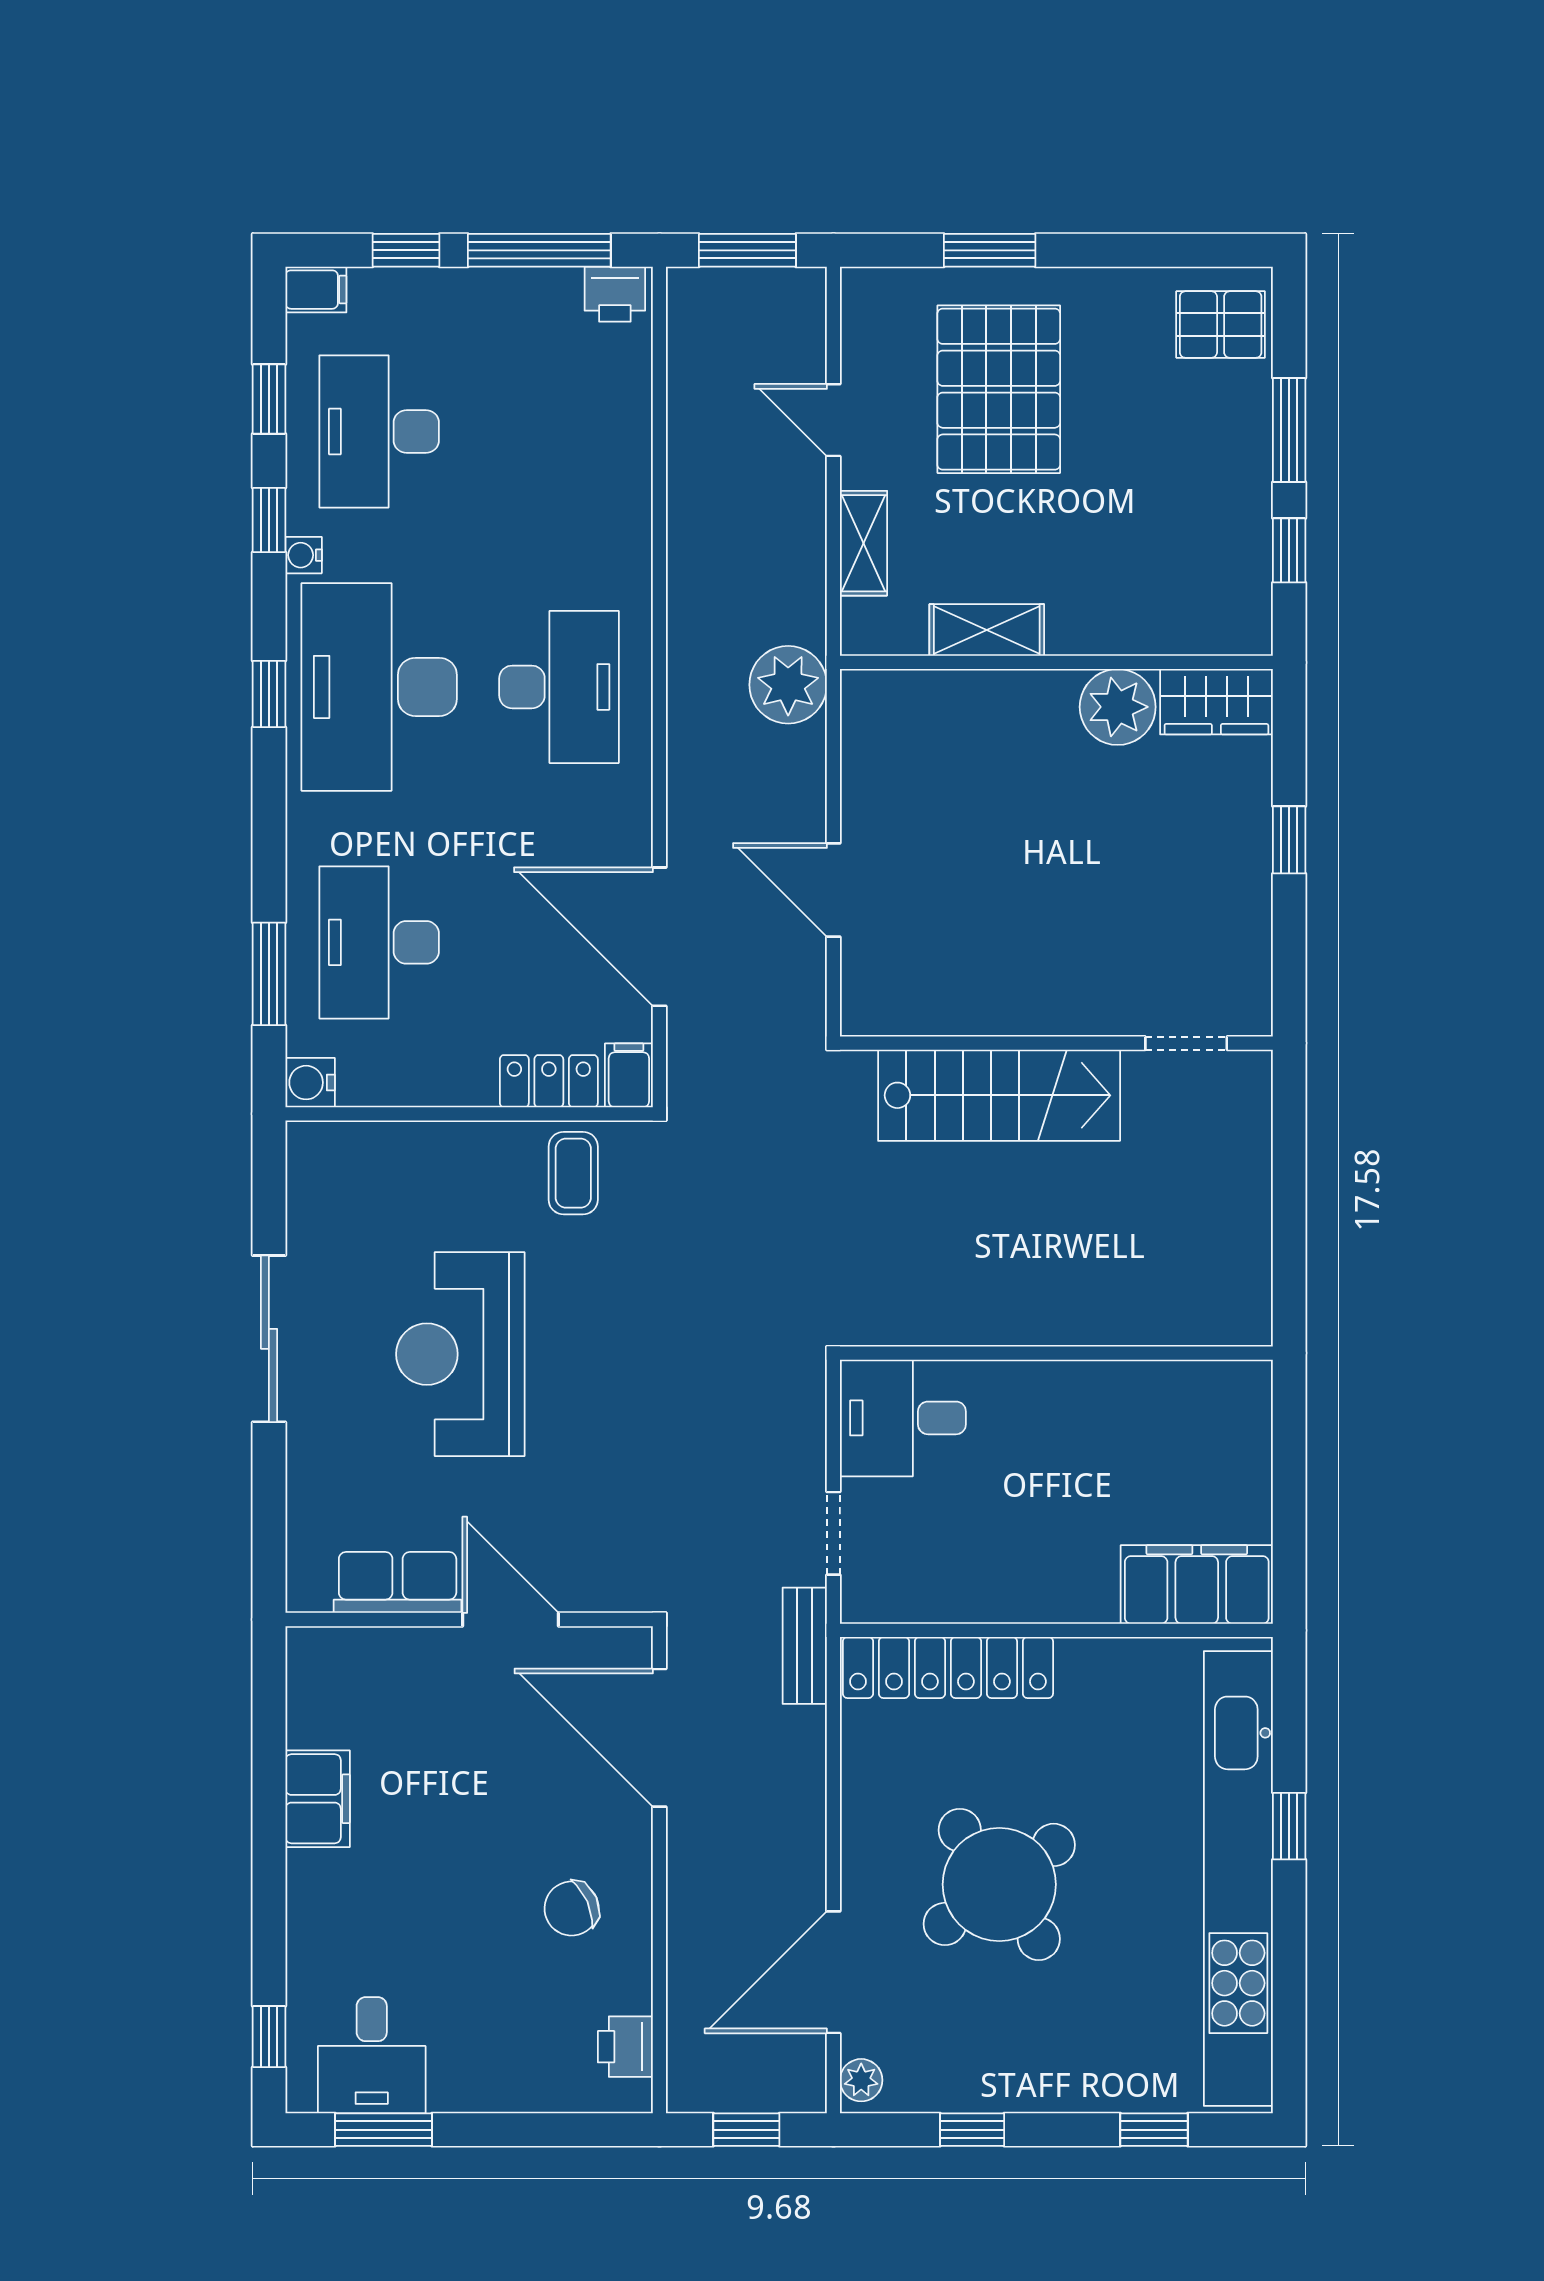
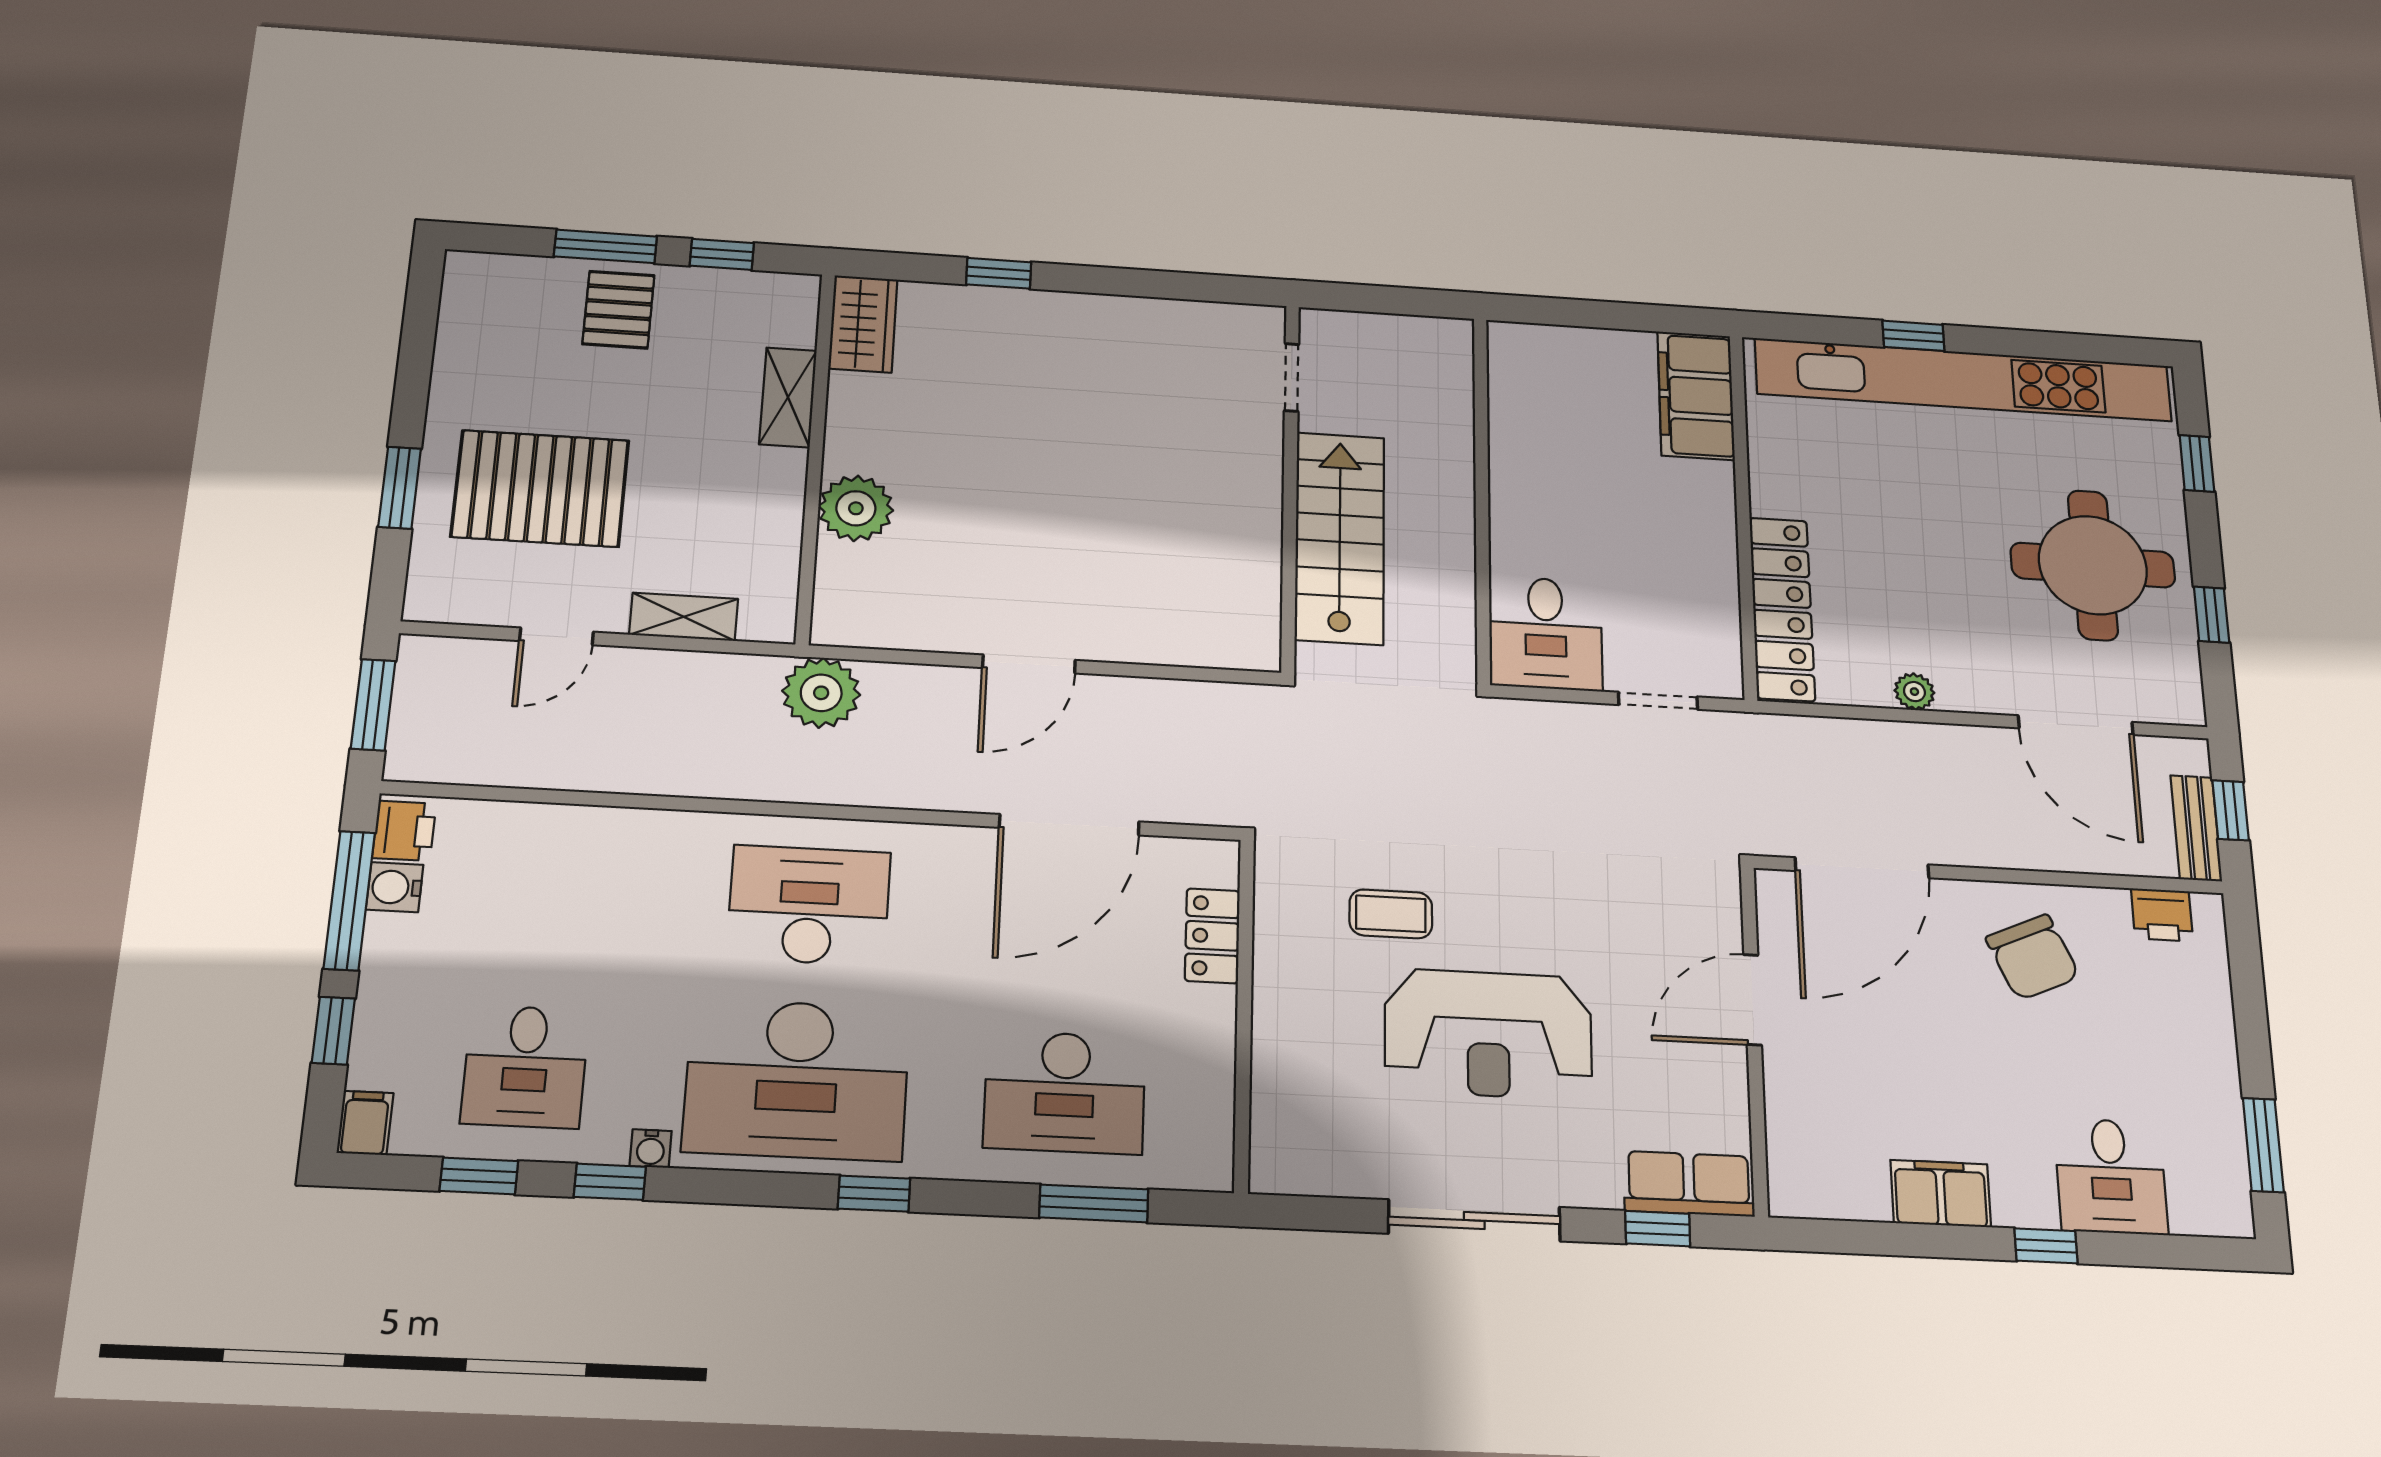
pallet: (1221, 325) -> (618, 310), moved
desk: (379, 431) -> (525, 1067), width x0.73
shelving: (987, 630) -> (788, 397), moved
window: (269, 694) -> (874, 1194), moved
plant: (1118, 707) -> (856, 508), moved
wall: (1056, 1043) -> (1290, 486), moved
doorway: (1186, 1043) -> (1292, 377), moved
filing cabinet: (629, 1075) -> (1208, 861), removed
water cooler: (310, 1083) -> (395, 887), moved, turned 90
stairs: (999, 1095) -> (1340, 538), moved
coffee table: (573, 1173) -> (1391, 914), moved
window: (269, 1517) -> (1658, 1229), added
row of seats: (398, 1582) -> (1689, 1184), moved, turned 90
bench: (805, 1646) -> (2196, 828), moved, turned 90
round table: (999, 1884) -> (2093, 565), moved, turned 36
chair: (572, 1908) -> (2033, 957), width x1.37, depth x1.37
window: (269, 2037) -> (2046, 1246), moved
desk: (372, 2055) -> (2111, 1176), moved, turned 90
plant: (861, 2080) -> (1914, 692), moved

